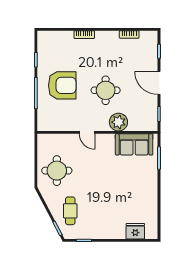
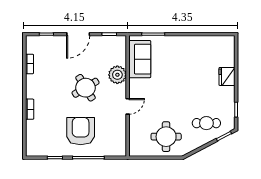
round table: (106, 90) -> (86, 88), turned -31
fridge: (135, 231) -> (227, 76), moved

